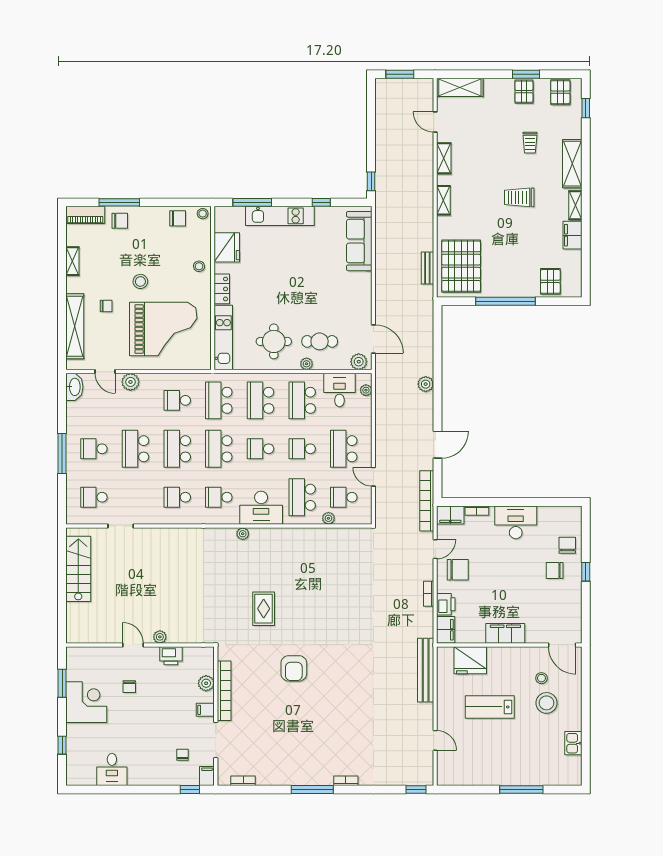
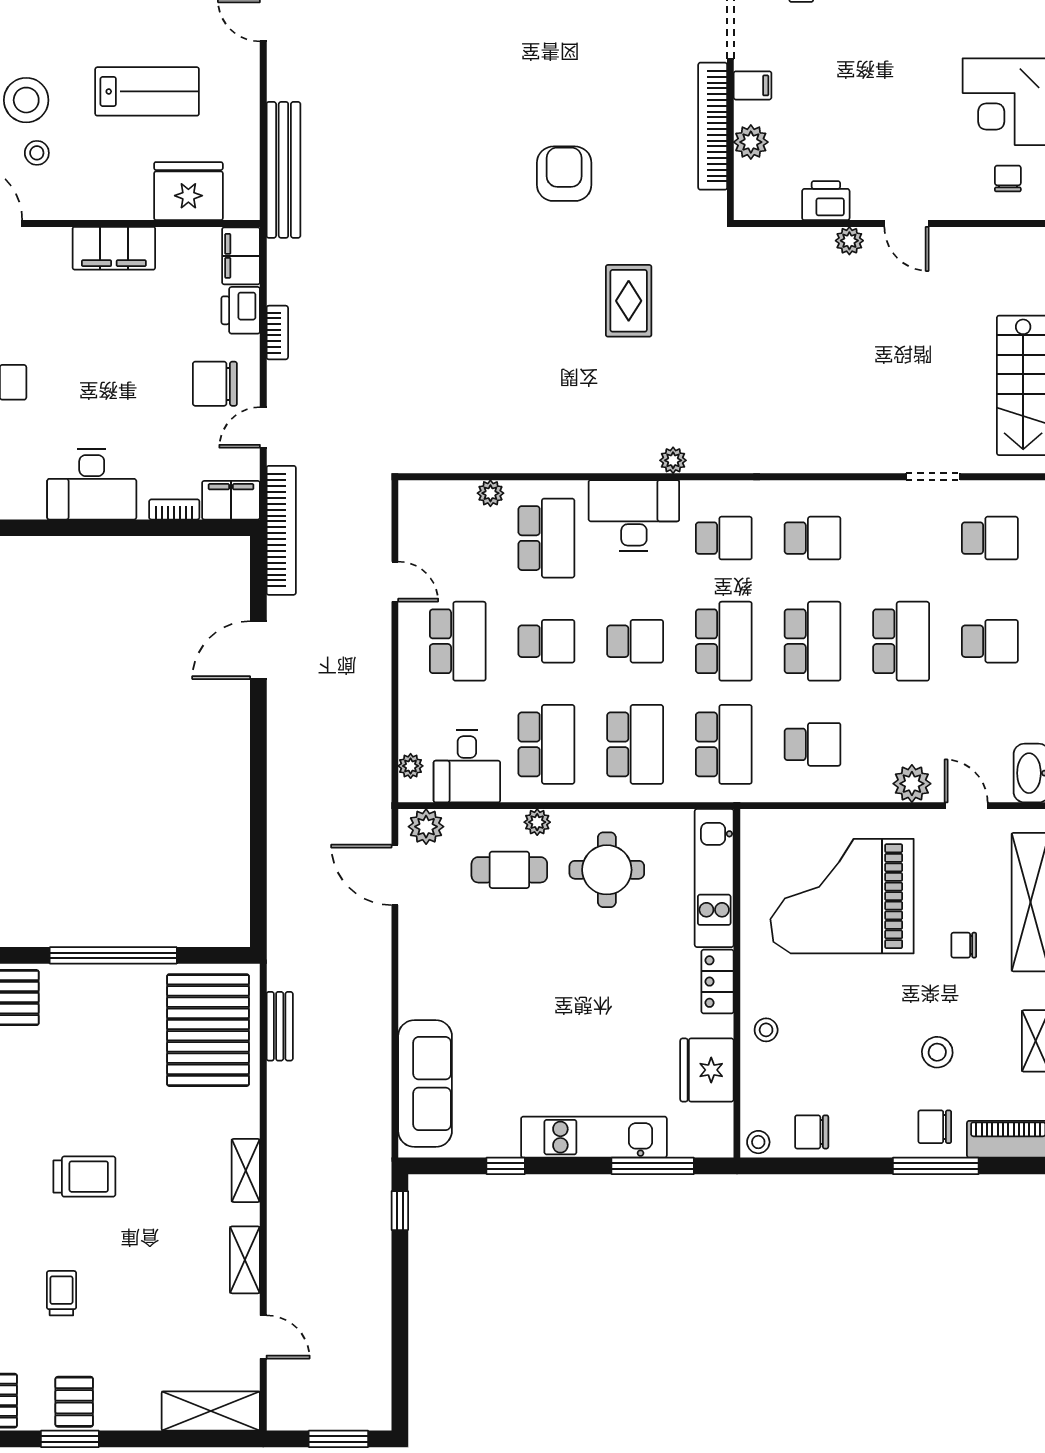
stool: (140, 281) -> (937, 1052), moved
plant: (426, 384) -> (283, 779), removed
school desk: (344, 497) -> (458, 538), removed
chair: (129, 687) -> (1008, 179), moved

